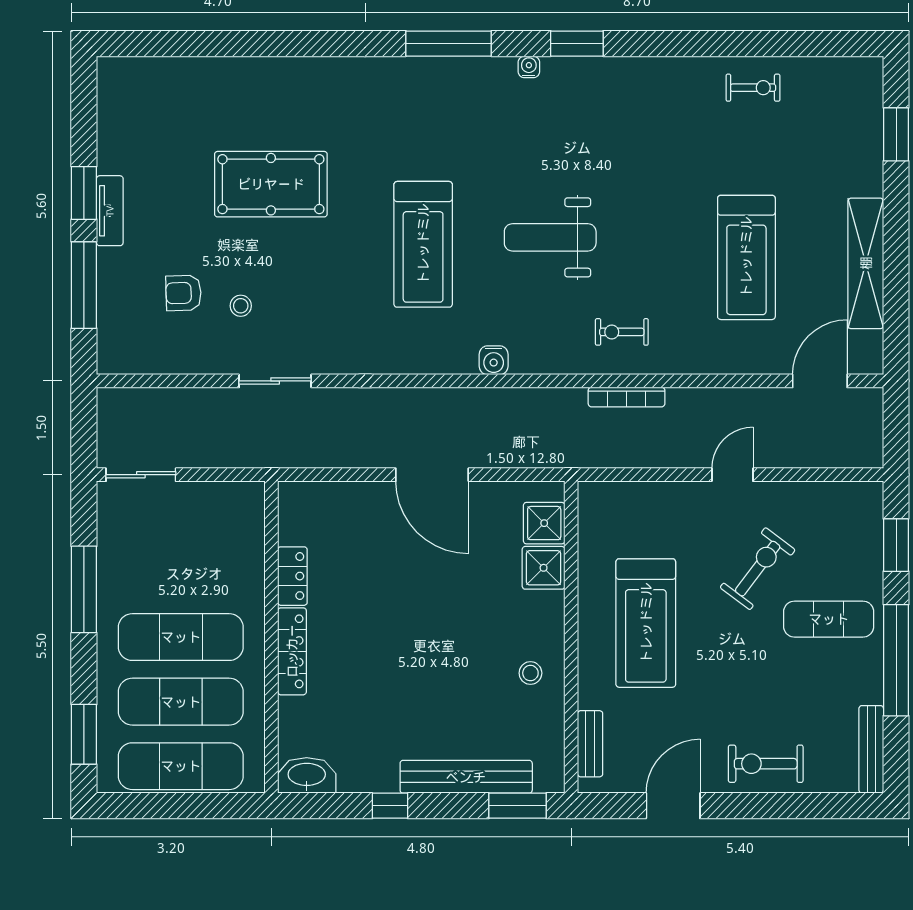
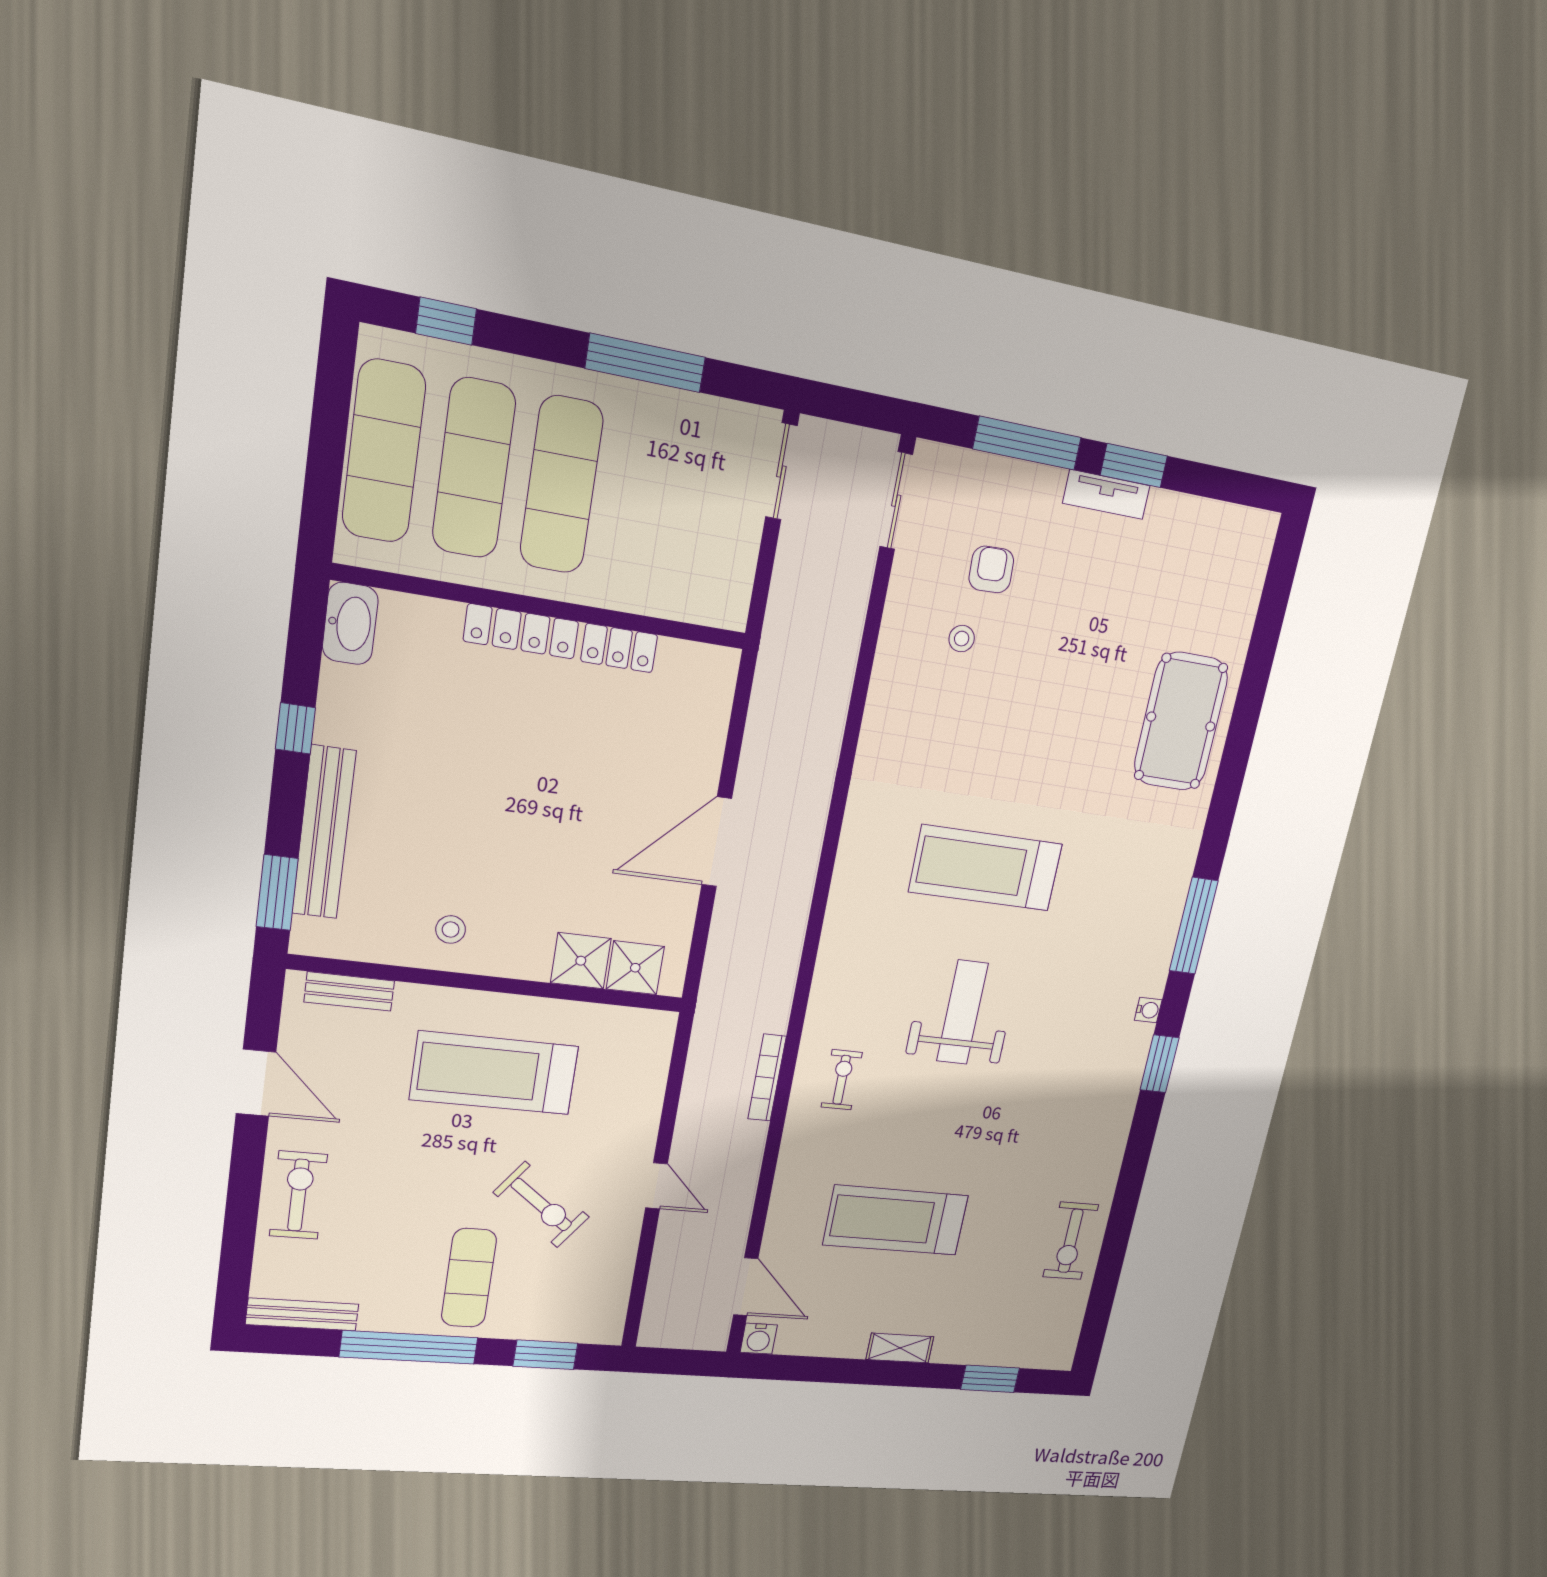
exercise bike: (753, 88) -> (1071, 1241), width x1.38, depth x1.39
pool table: (271, 184) -> (1181, 722), moved
shelving: (866, 263) -> (900, 1348), width x0.45, depth x0.75
water cooler: (494, 360) -> (759, 1339), moved, turned -90
sliding door: (275, 381) -> (896, 501), moved
window: (84, 734) -> (446, 321), width x0.67

